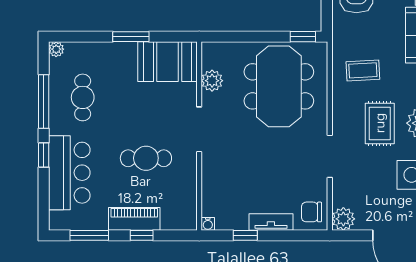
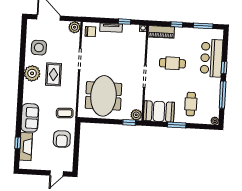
window: (303, 37) -> (129, 122), moved
coffee table: (363, 70) -> (65, 113), moved
plant: (212, 81) -> (136, 115), moved
cafe table: (83, 97) -> (191, 104), moved
piano: (134, 219) -> (161, 32), moved

